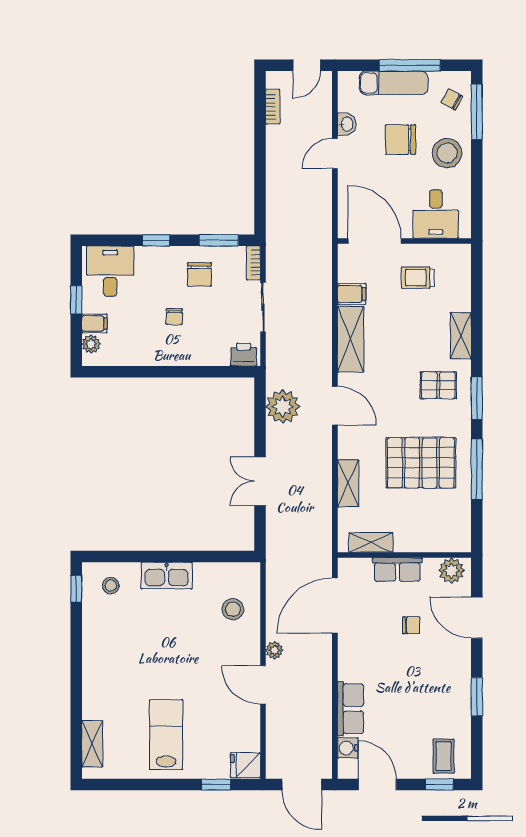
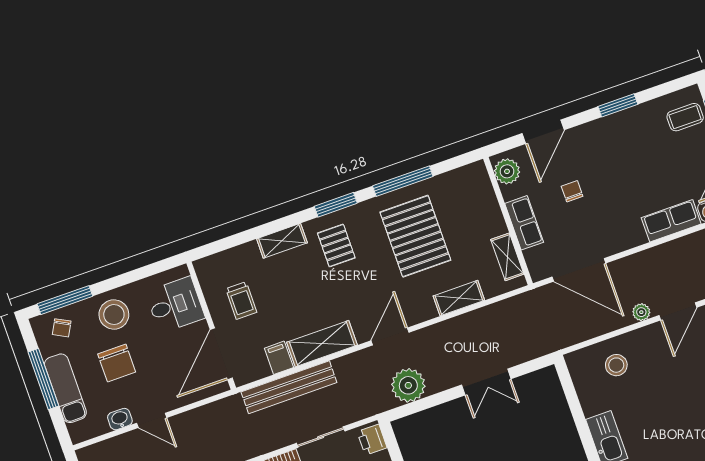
bench: (321, 294) -> (289, 387), added

